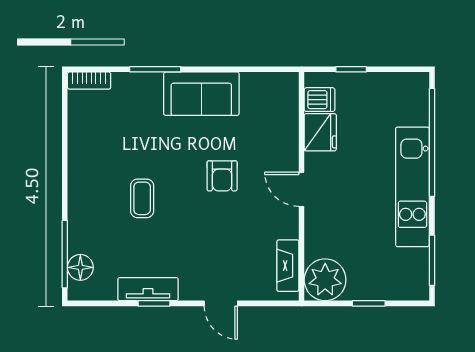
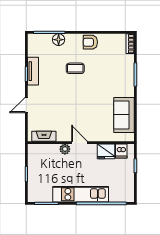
sofa: (201, 94) -> (124, 115), moved
armchair: (222, 176) -> (90, 42), moved
door: (302, 189) -> (79, 143), hinge flipped
floor lamp: (80, 267) -> (59, 40), moved
plant: (325, 280) -> (65, 149), moved, width x0.53, depth x0.53

